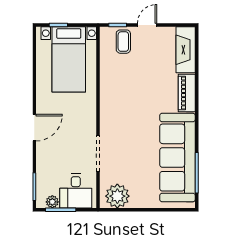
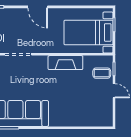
fireplace: (186, 50) -> (65, 63), moved, turned 180
piano: (187, 93) -> (63, 120), removed

